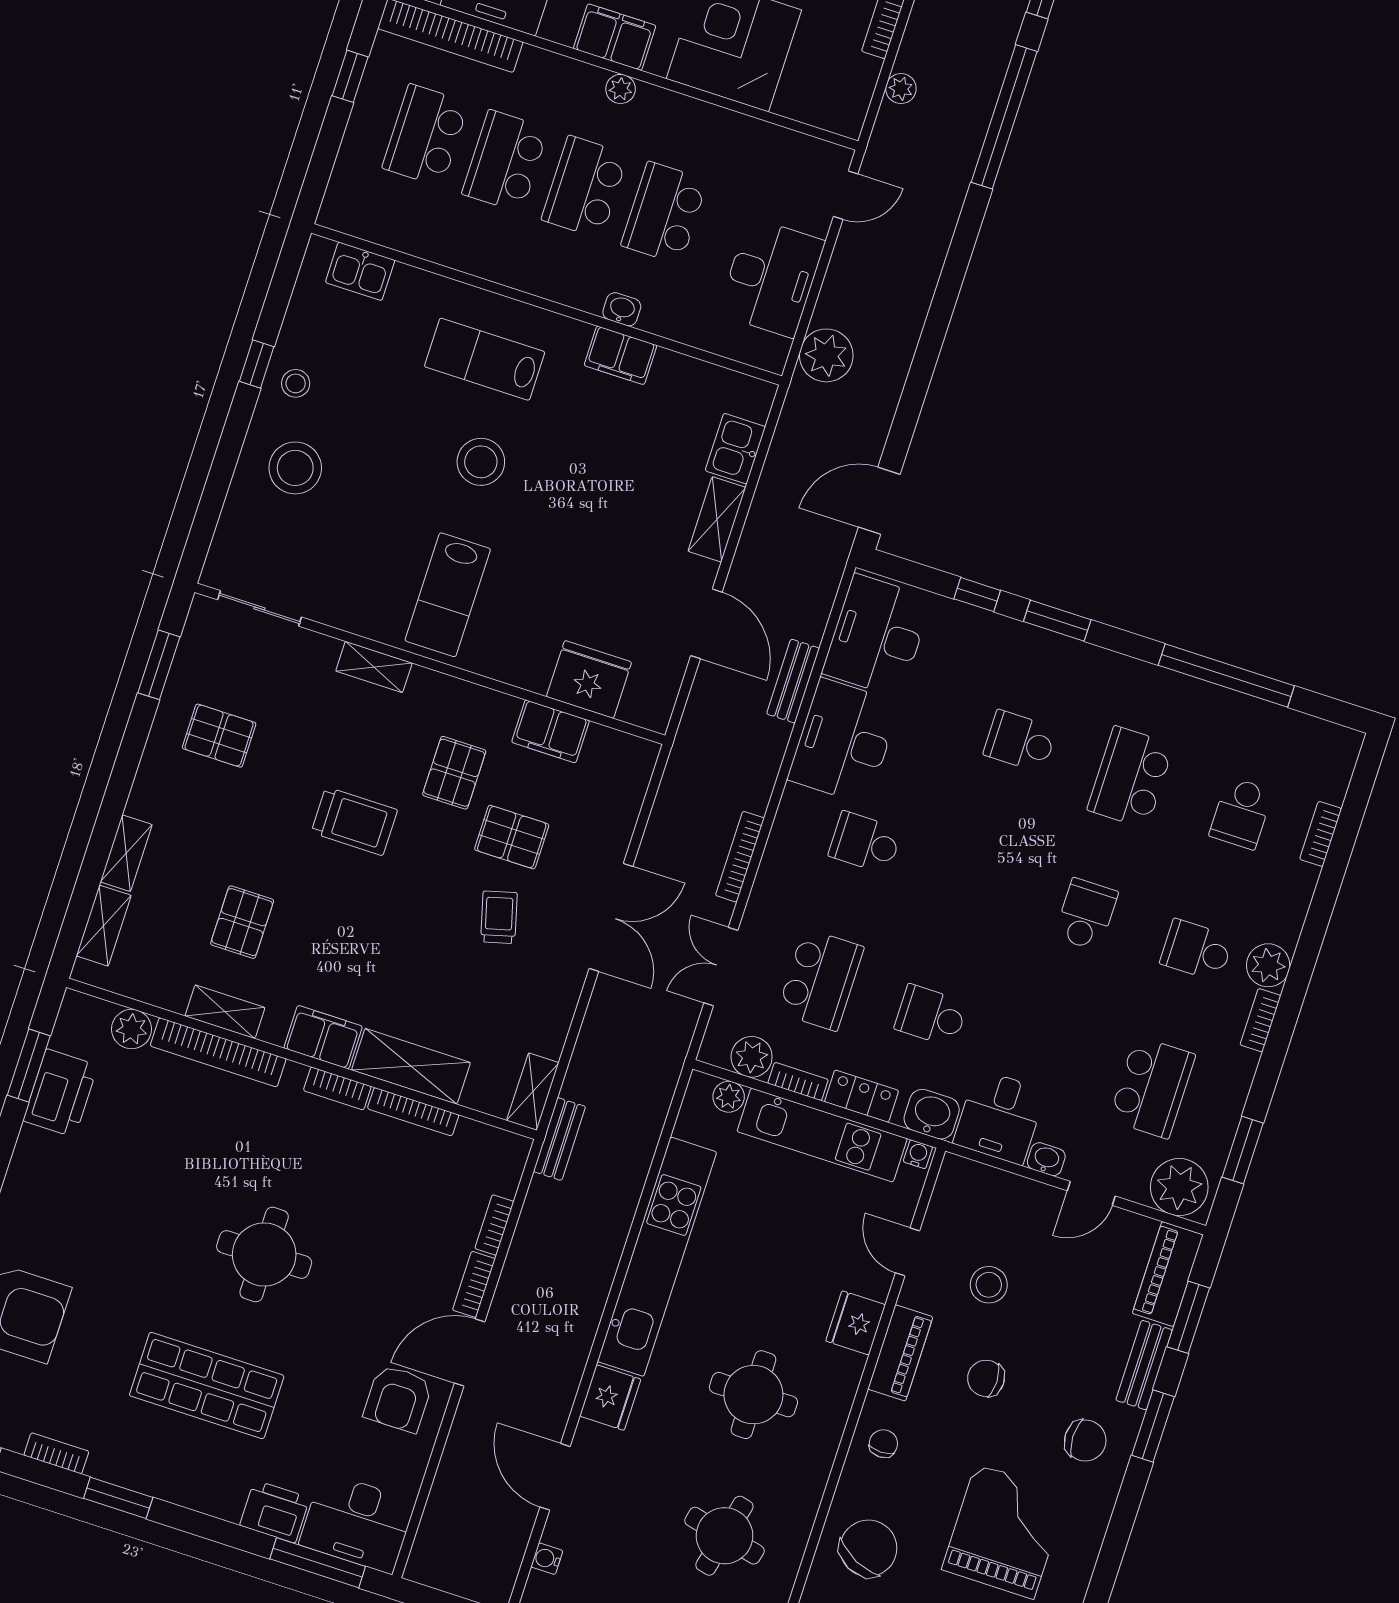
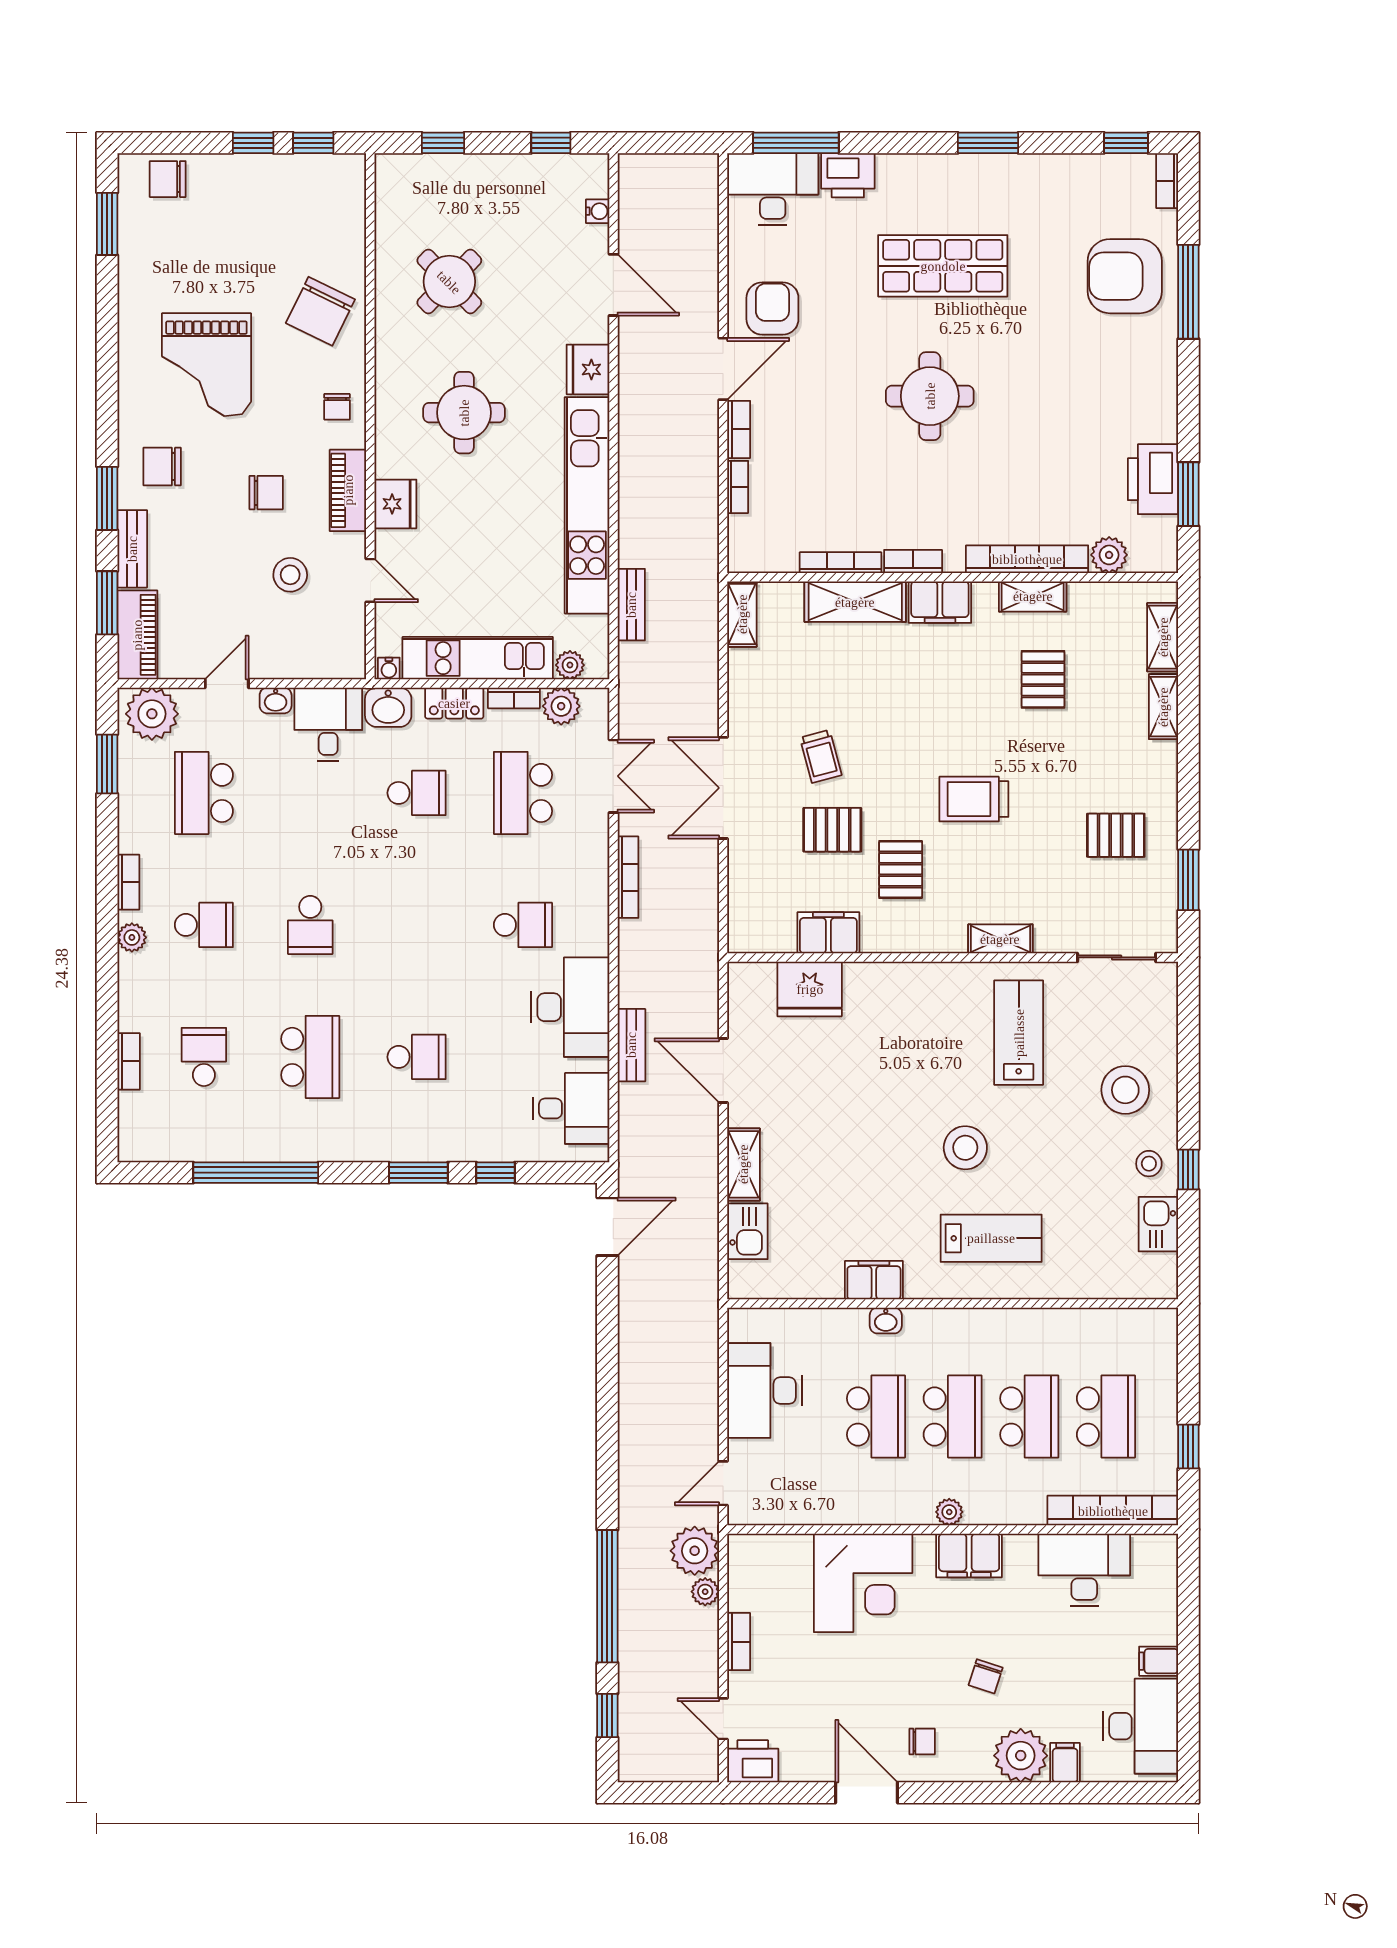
kitchen sink: (360, 271) -> (1158, 1224), moved, turned -90
plant: (826, 355) -> (695, 1551), moved
lab bench: (448, 595) -> (1019, 1033), moved
desk: (877, 636) -> (571, 1108), width x0.73
plant: (1268, 965) -> (132, 937), width x0.73, depth x0.73
bench: (559, 1139) -> (631, 605), moved
bookcase: (56, 1453) -> (1055, 164), removed
round table: (724, 1536) -> (449, 282), turned 32

